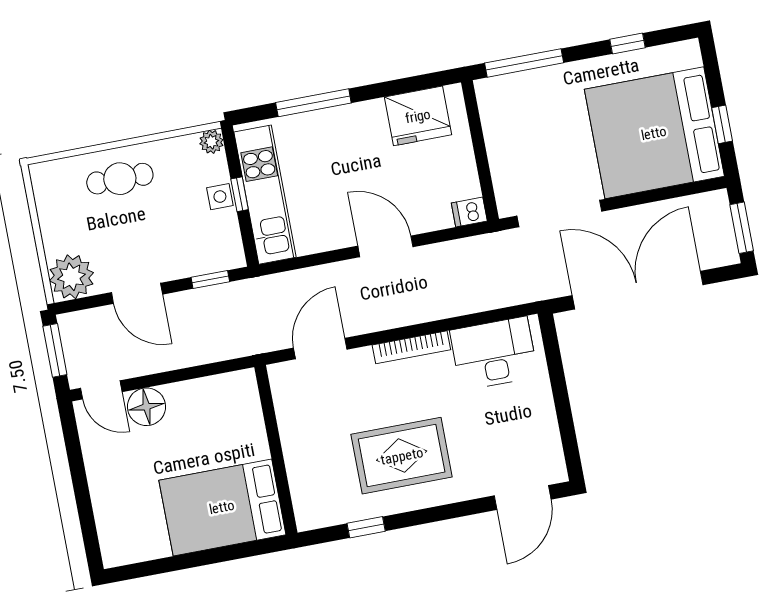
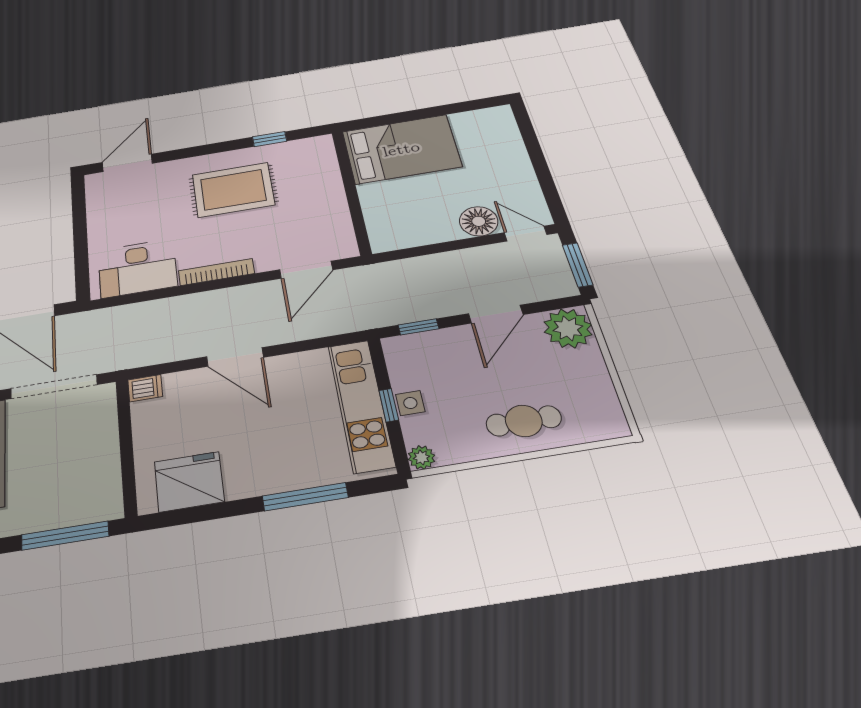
door: (137, 293) -> (496, 314), swing flipped

